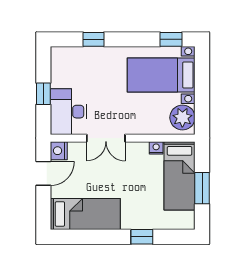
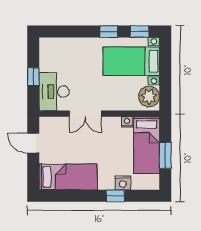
window: (93, 39) -> (109, 32), moved
nightstand: (59, 151) -> (123, 183), moved, turned -90
door: (43, 173) -> (33, 143), swing flipped

